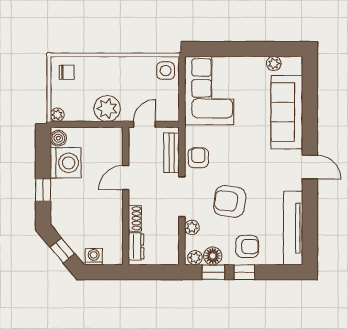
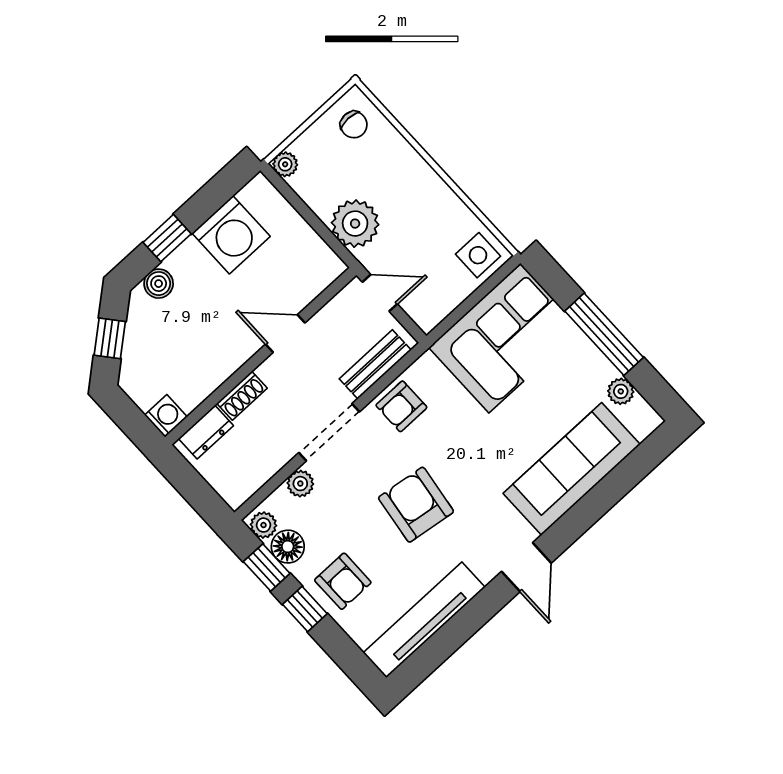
window: (244, 49) -> (604, 334), added
boiler: (58, 138) -> (159, 284), moved
armchair: (198, 158) -> (401, 406), turned 180
armchair: (230, 201) -> (416, 505), moved
washing machine: (94, 257) -> (166, 416), moved

